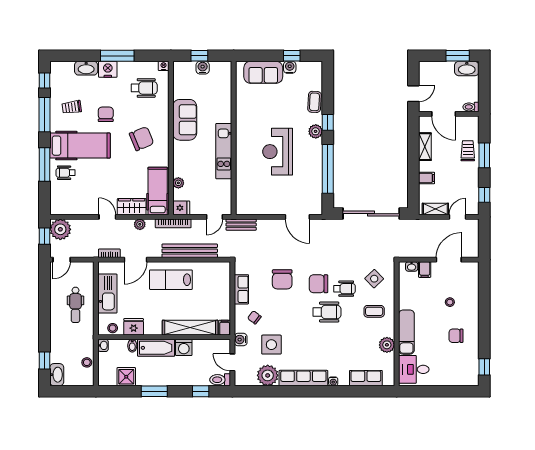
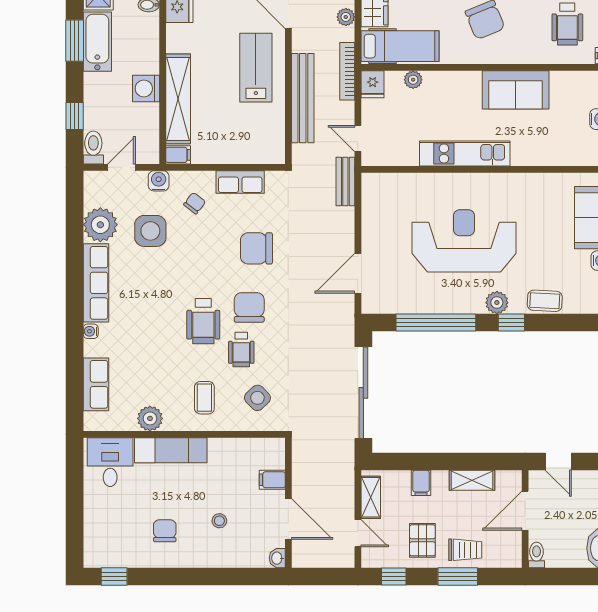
reception desk: (278, 152) -> (464, 241), width x1.36, depth x1.30
pallet: (462, 177) -> (422, 540), added
washbasin: (412, 266) -> (277, 558), moved
bathtub: (156, 348) -> (97, 42), moved, turned 180

